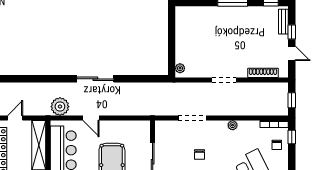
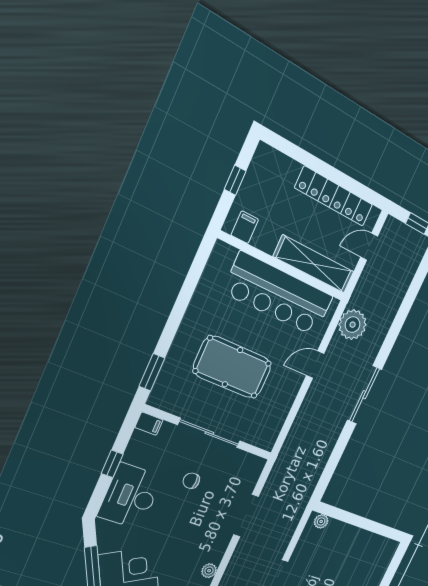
door: (15, 118) -> (369, 247), swing flipped
chair: (199, 155) -> (191, 481), moved

